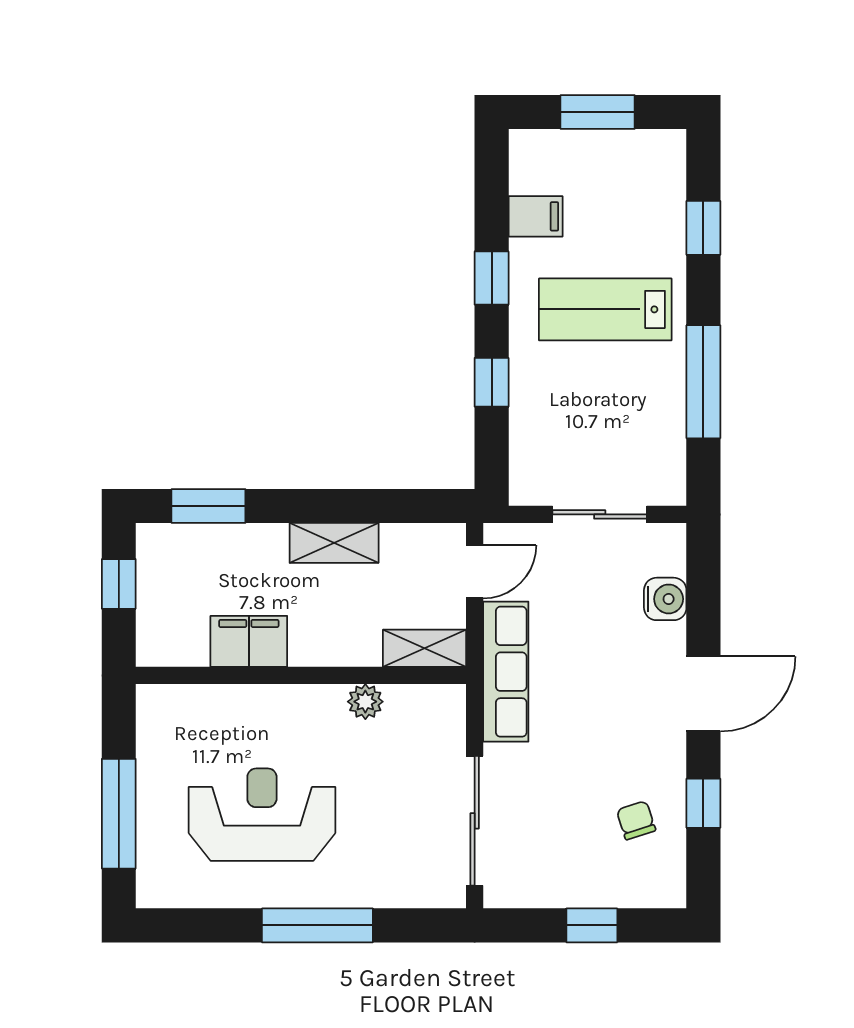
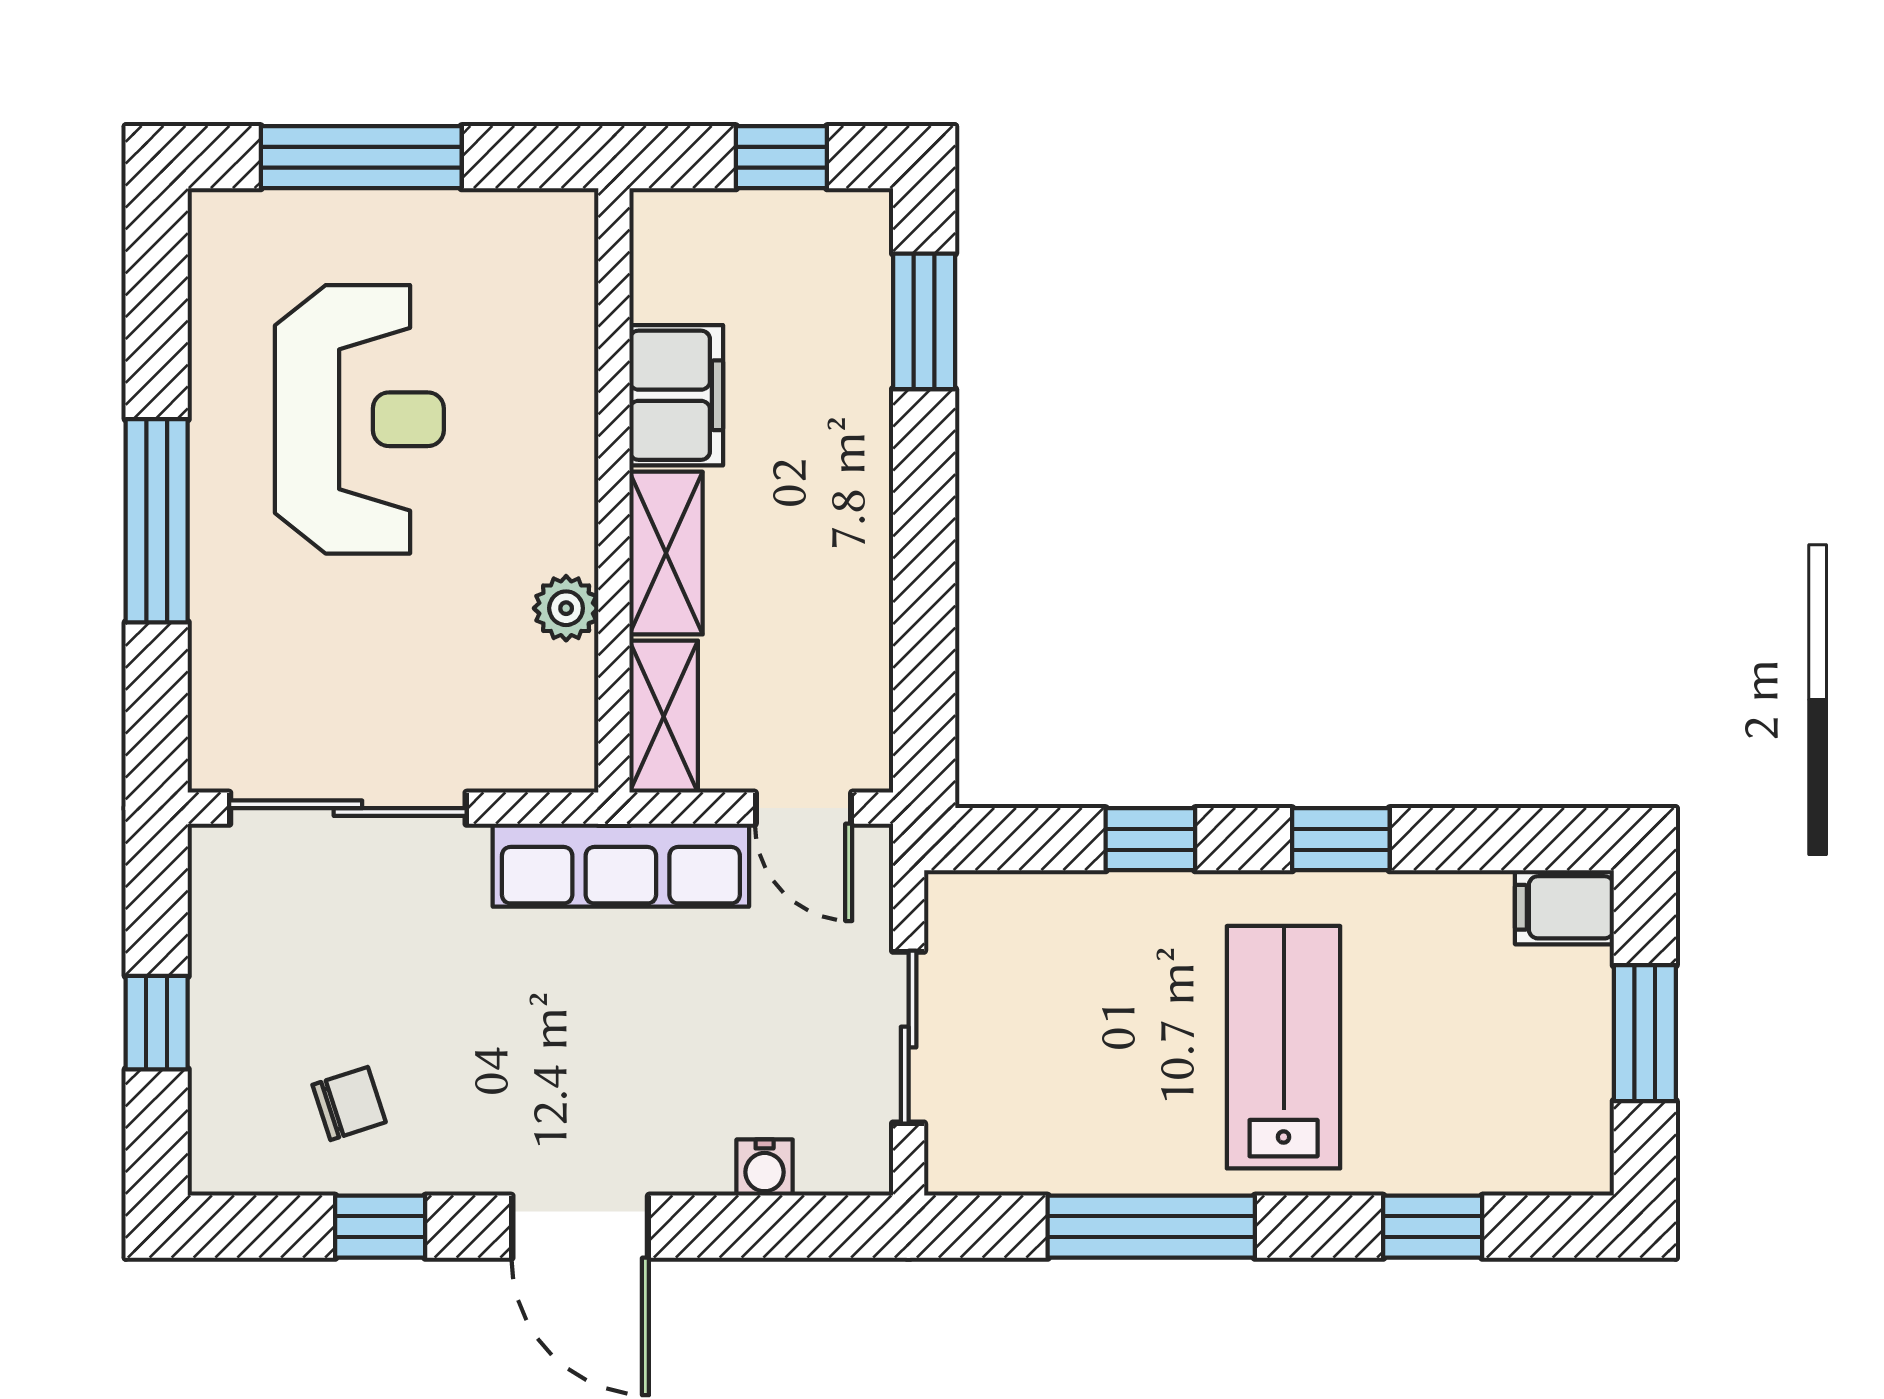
filing cabinet: (536, 216) -> (1564, 907), moved, turned 90
shelving: (334, 543) -> (666, 553), moved
water cooler: (665, 599) -> (765, 1168), width x0.72, depth x0.72

